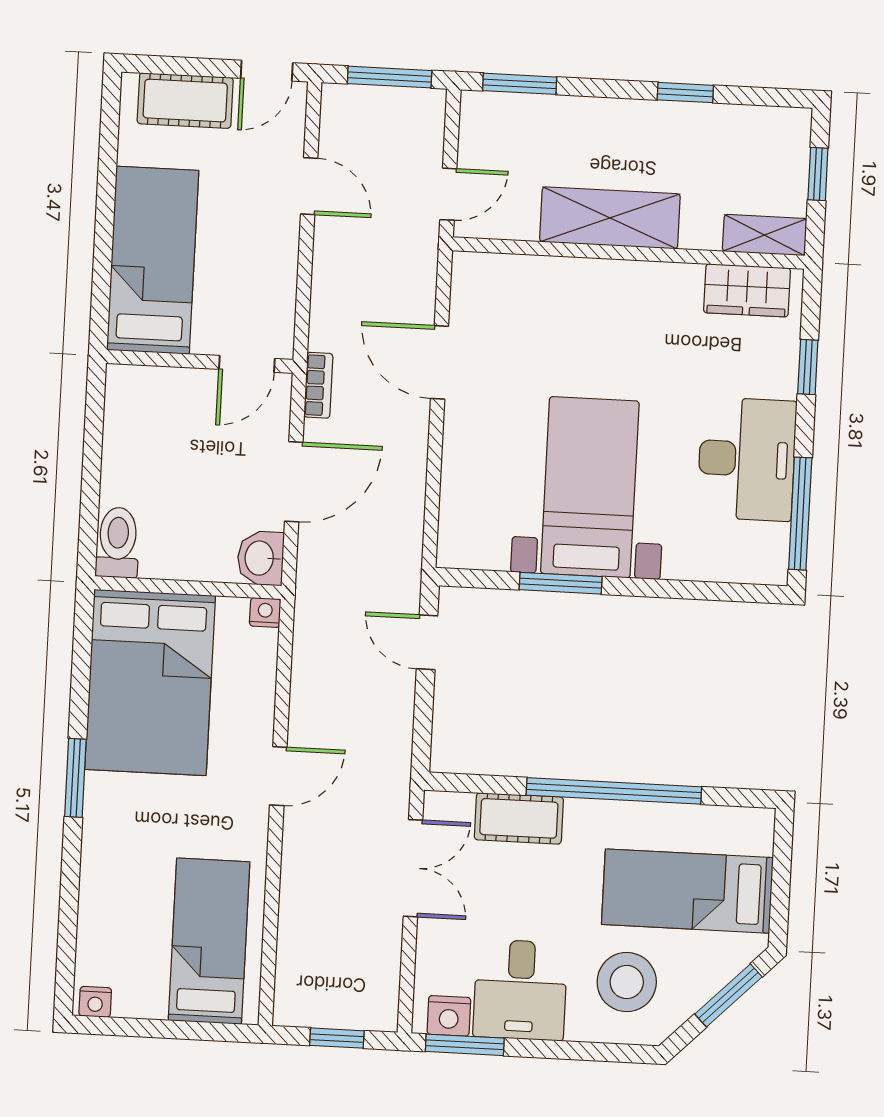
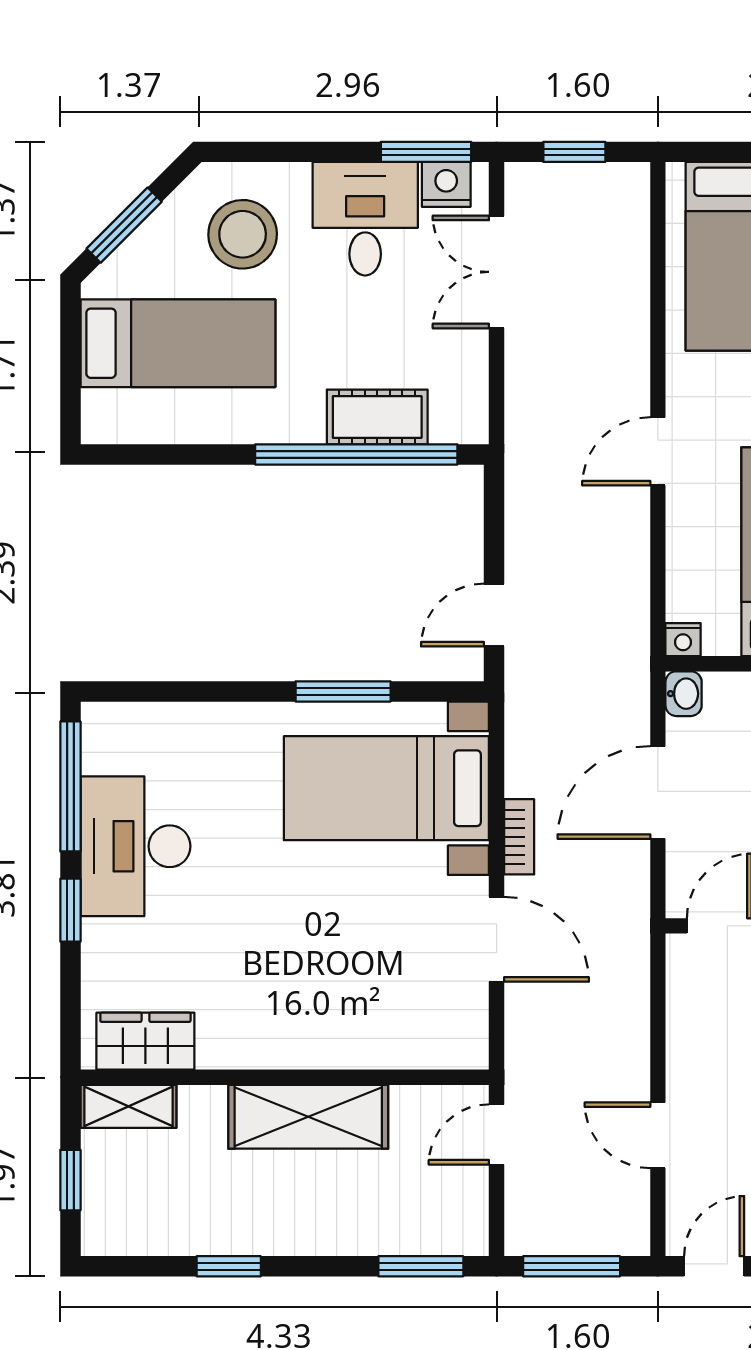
window: (808, 367) -> (70, 910), moved
bookcase: (318, 385) -> (519, 837), moved, turned 180
bed with nightstands: (590, 487) -> (386, 788), moved, turned 90
washbasin: (261, 558) -> (684, 694), width x0.72, depth x0.69
door: (427, 642) -> (494, 615), swing flipped
window: (614, 791) -> (356, 454), moved
double door: (413, 868) -> (497, 272), moved

